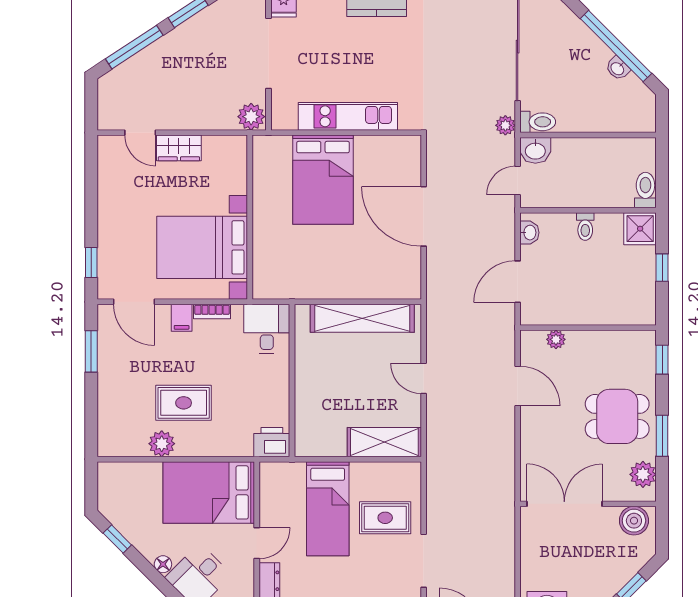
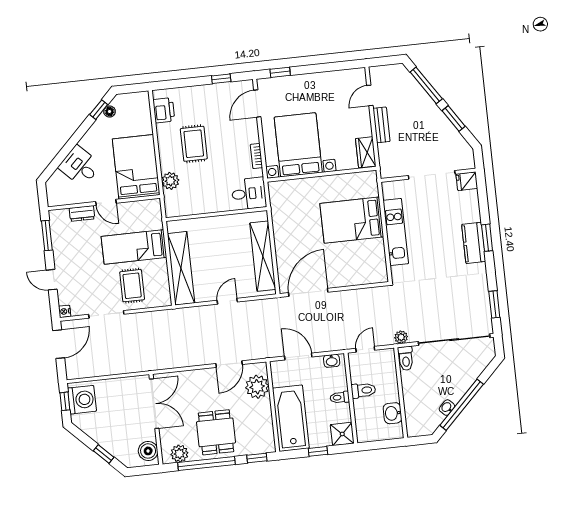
plant: (251, 117) -> (388, 168), removed
bench: (186, 120) -> (381, 125), added
wardrobe: (179, 148) -> (366, 152), moved
washbasin: (535, 150) -> (393, 413), moved
door: (518, 181) -> (365, 349), hinge flipped
toilet: (645, 190) -> (363, 390), moved
door: (424, 216) -> (308, 292), moved
bathtub: (608, 303) -> (291, 418), added
filing cabinet: (182, 318) -> (250, 136), removed
plant: (556, 339) -> (257, 387), width x1.87, depth x1.87
window: (91, 351) -> (221, 79), width x0.67
window: (662, 436) -> (206, 463), width x2.11
printer: (272, 442) -> (164, 110), moved
shelving: (384, 442) -> (181, 268), width x1.47
plant: (162, 444) -> (170, 181), moved
floor lamp: (163, 564) -> (110, 111), moved

